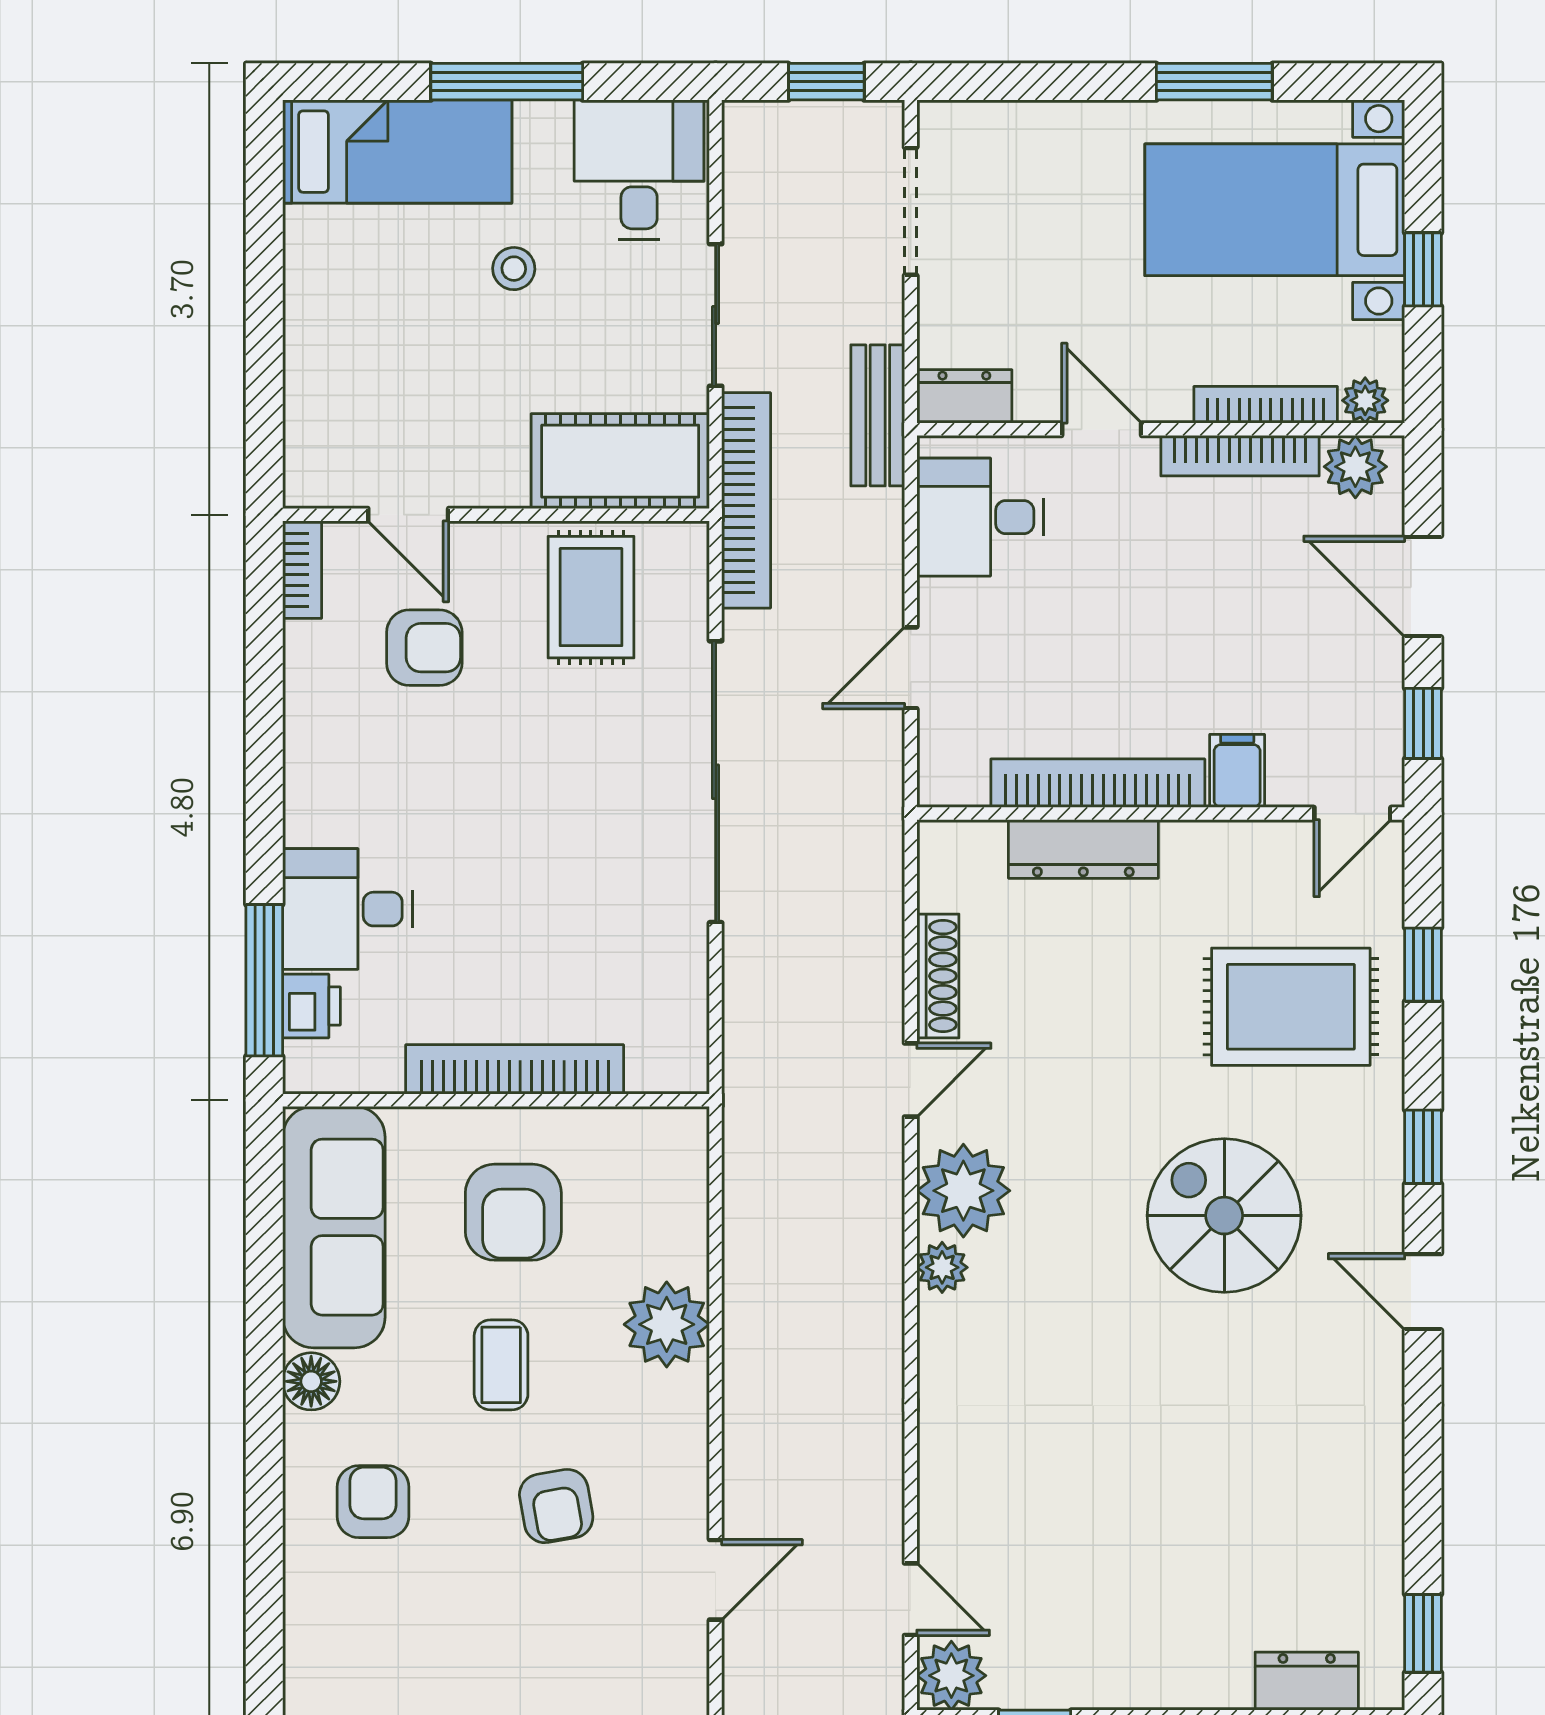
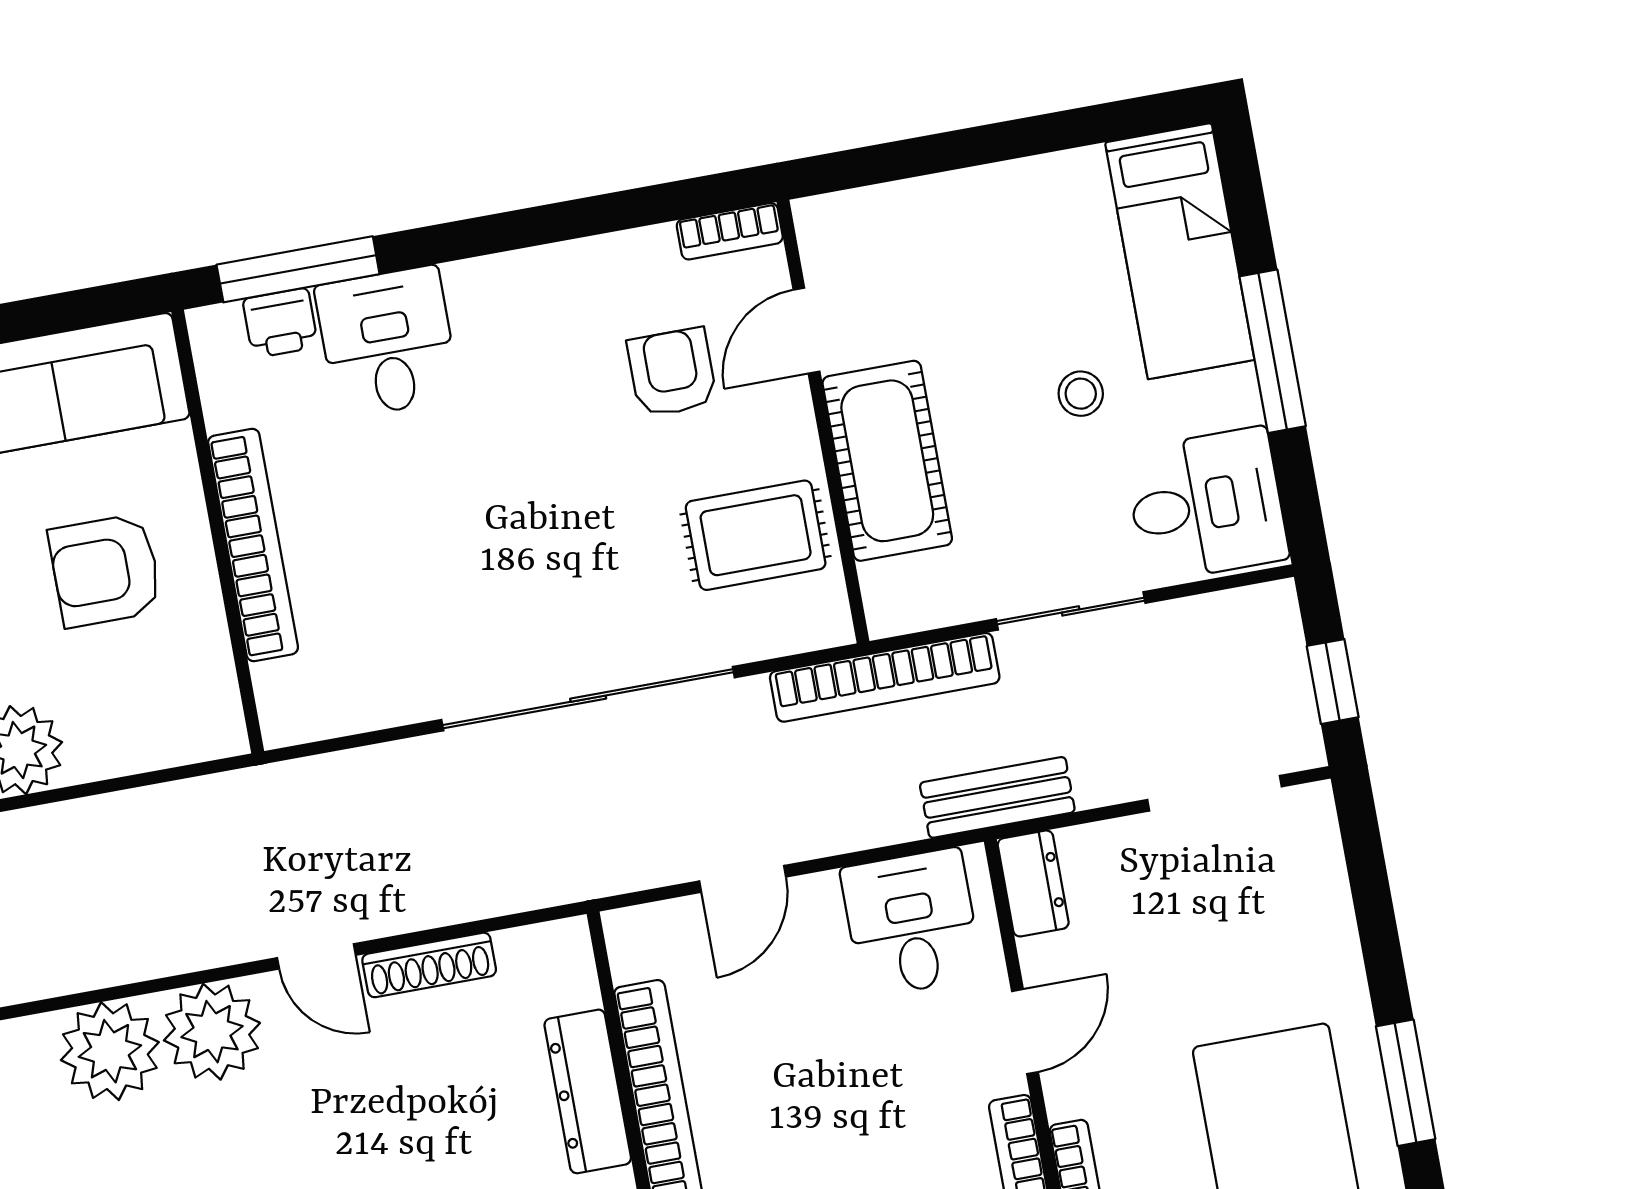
cot: (620, 461) -> (887, 461), moved
armchair: (424, 648) -> (672, 372), turned 180
door: (911, 668) -> (743, 879), swing flipped
plant: (942, 1267) -> (110, 1051), width x1.88, depth x1.88

